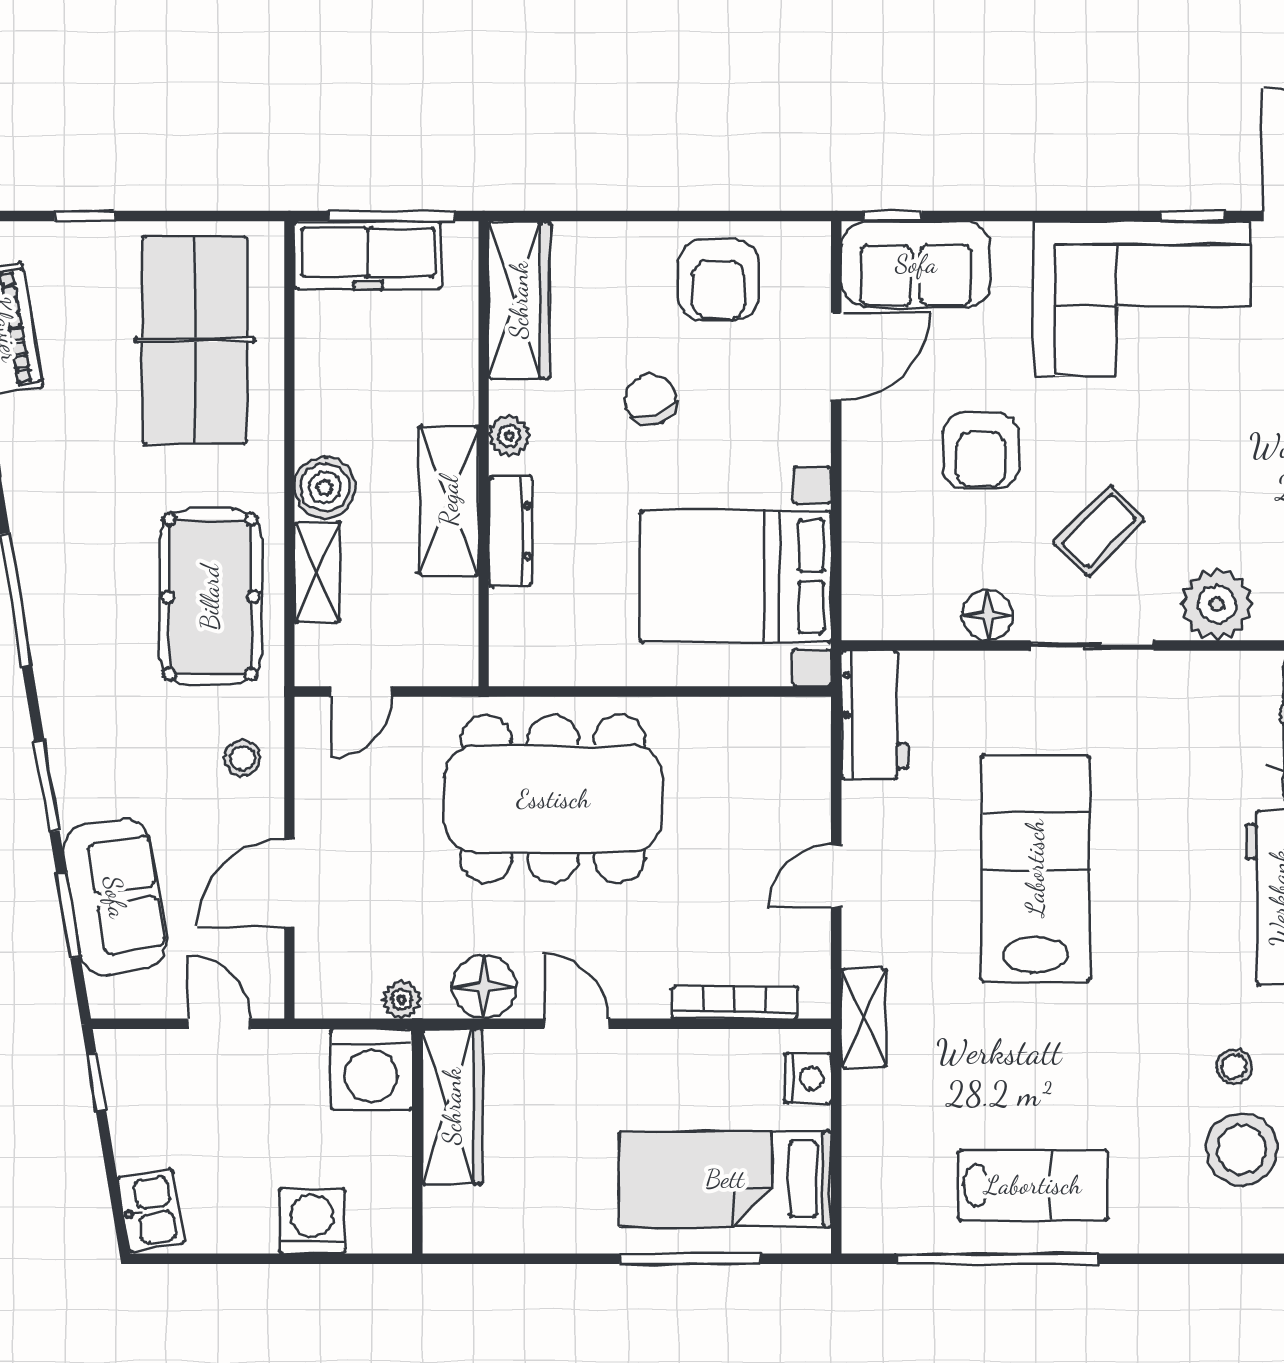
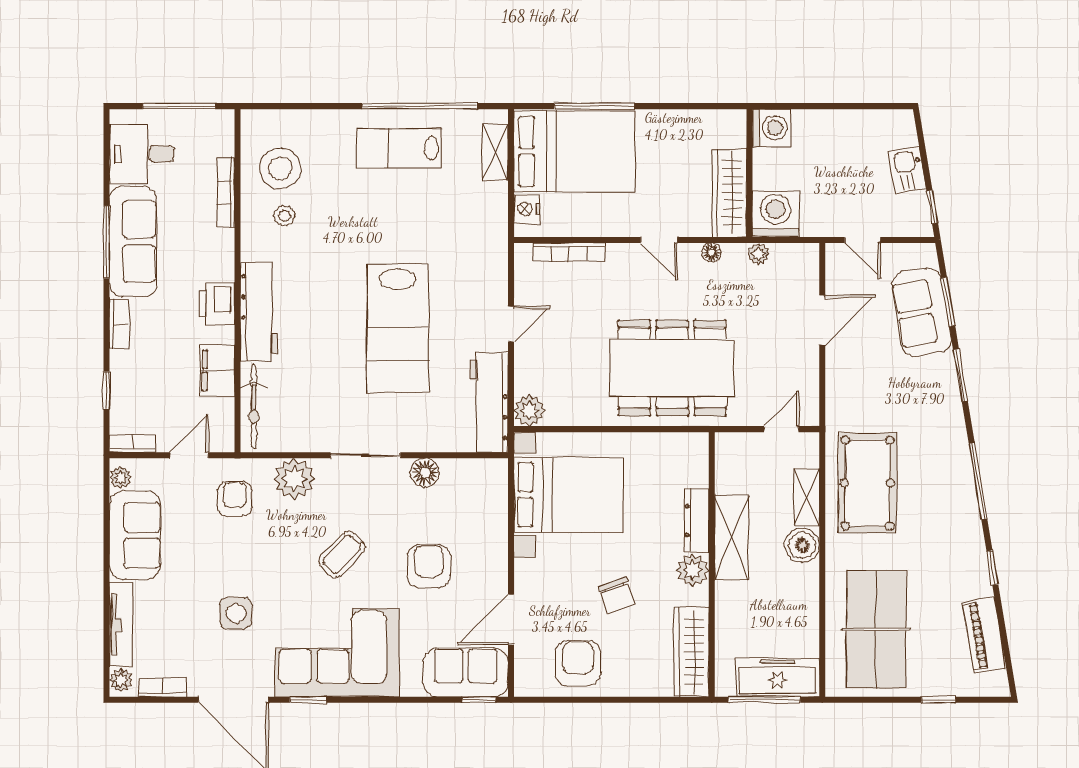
plant: (509, 436) -> (693, 570), width x1.38, depth x1.38
coffee table: (1099, 531) -> (342, 554), moved
workbench: (875, 715) -> (489, 402), width x1.38
plant: (804, 724) -> (530, 411), added
stool: (242, 758) -> (849, 391), removed
floor lamp: (484, 987) -> (711, 253), width x0.53, depth x0.53
shelving: (864, 1018) -> (495, 152), moved
bed: (725, 1179) -> (574, 152), width x1.50
kitchen sink: (151, 1211) -> (907, 170), moved
washing machine: (312, 1221) -> (771, 128), moved, turned -90

